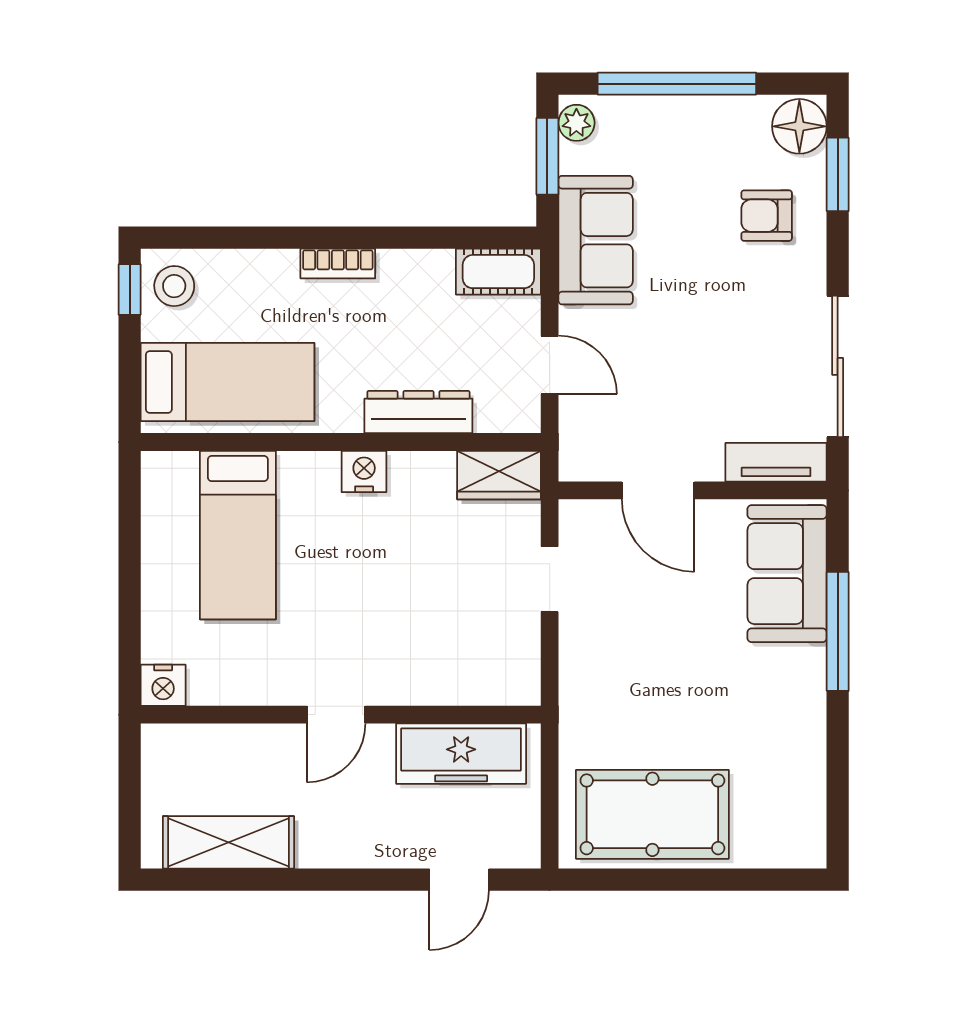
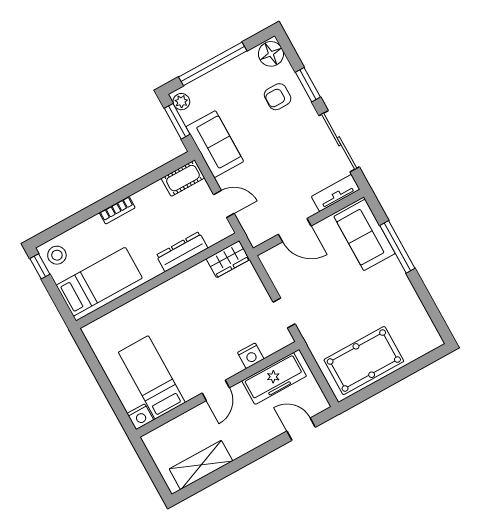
window: (838, 174) -> (308, 85), moved
nightstand: (364, 471) -> (251, 356), moved, turned 180
bed: (238, 535) -> (152, 377), moved, turned 180
doorway: (550, 579) -> (284, 313), moved
door: (459, 880) -> (301, 429), swing flipped

